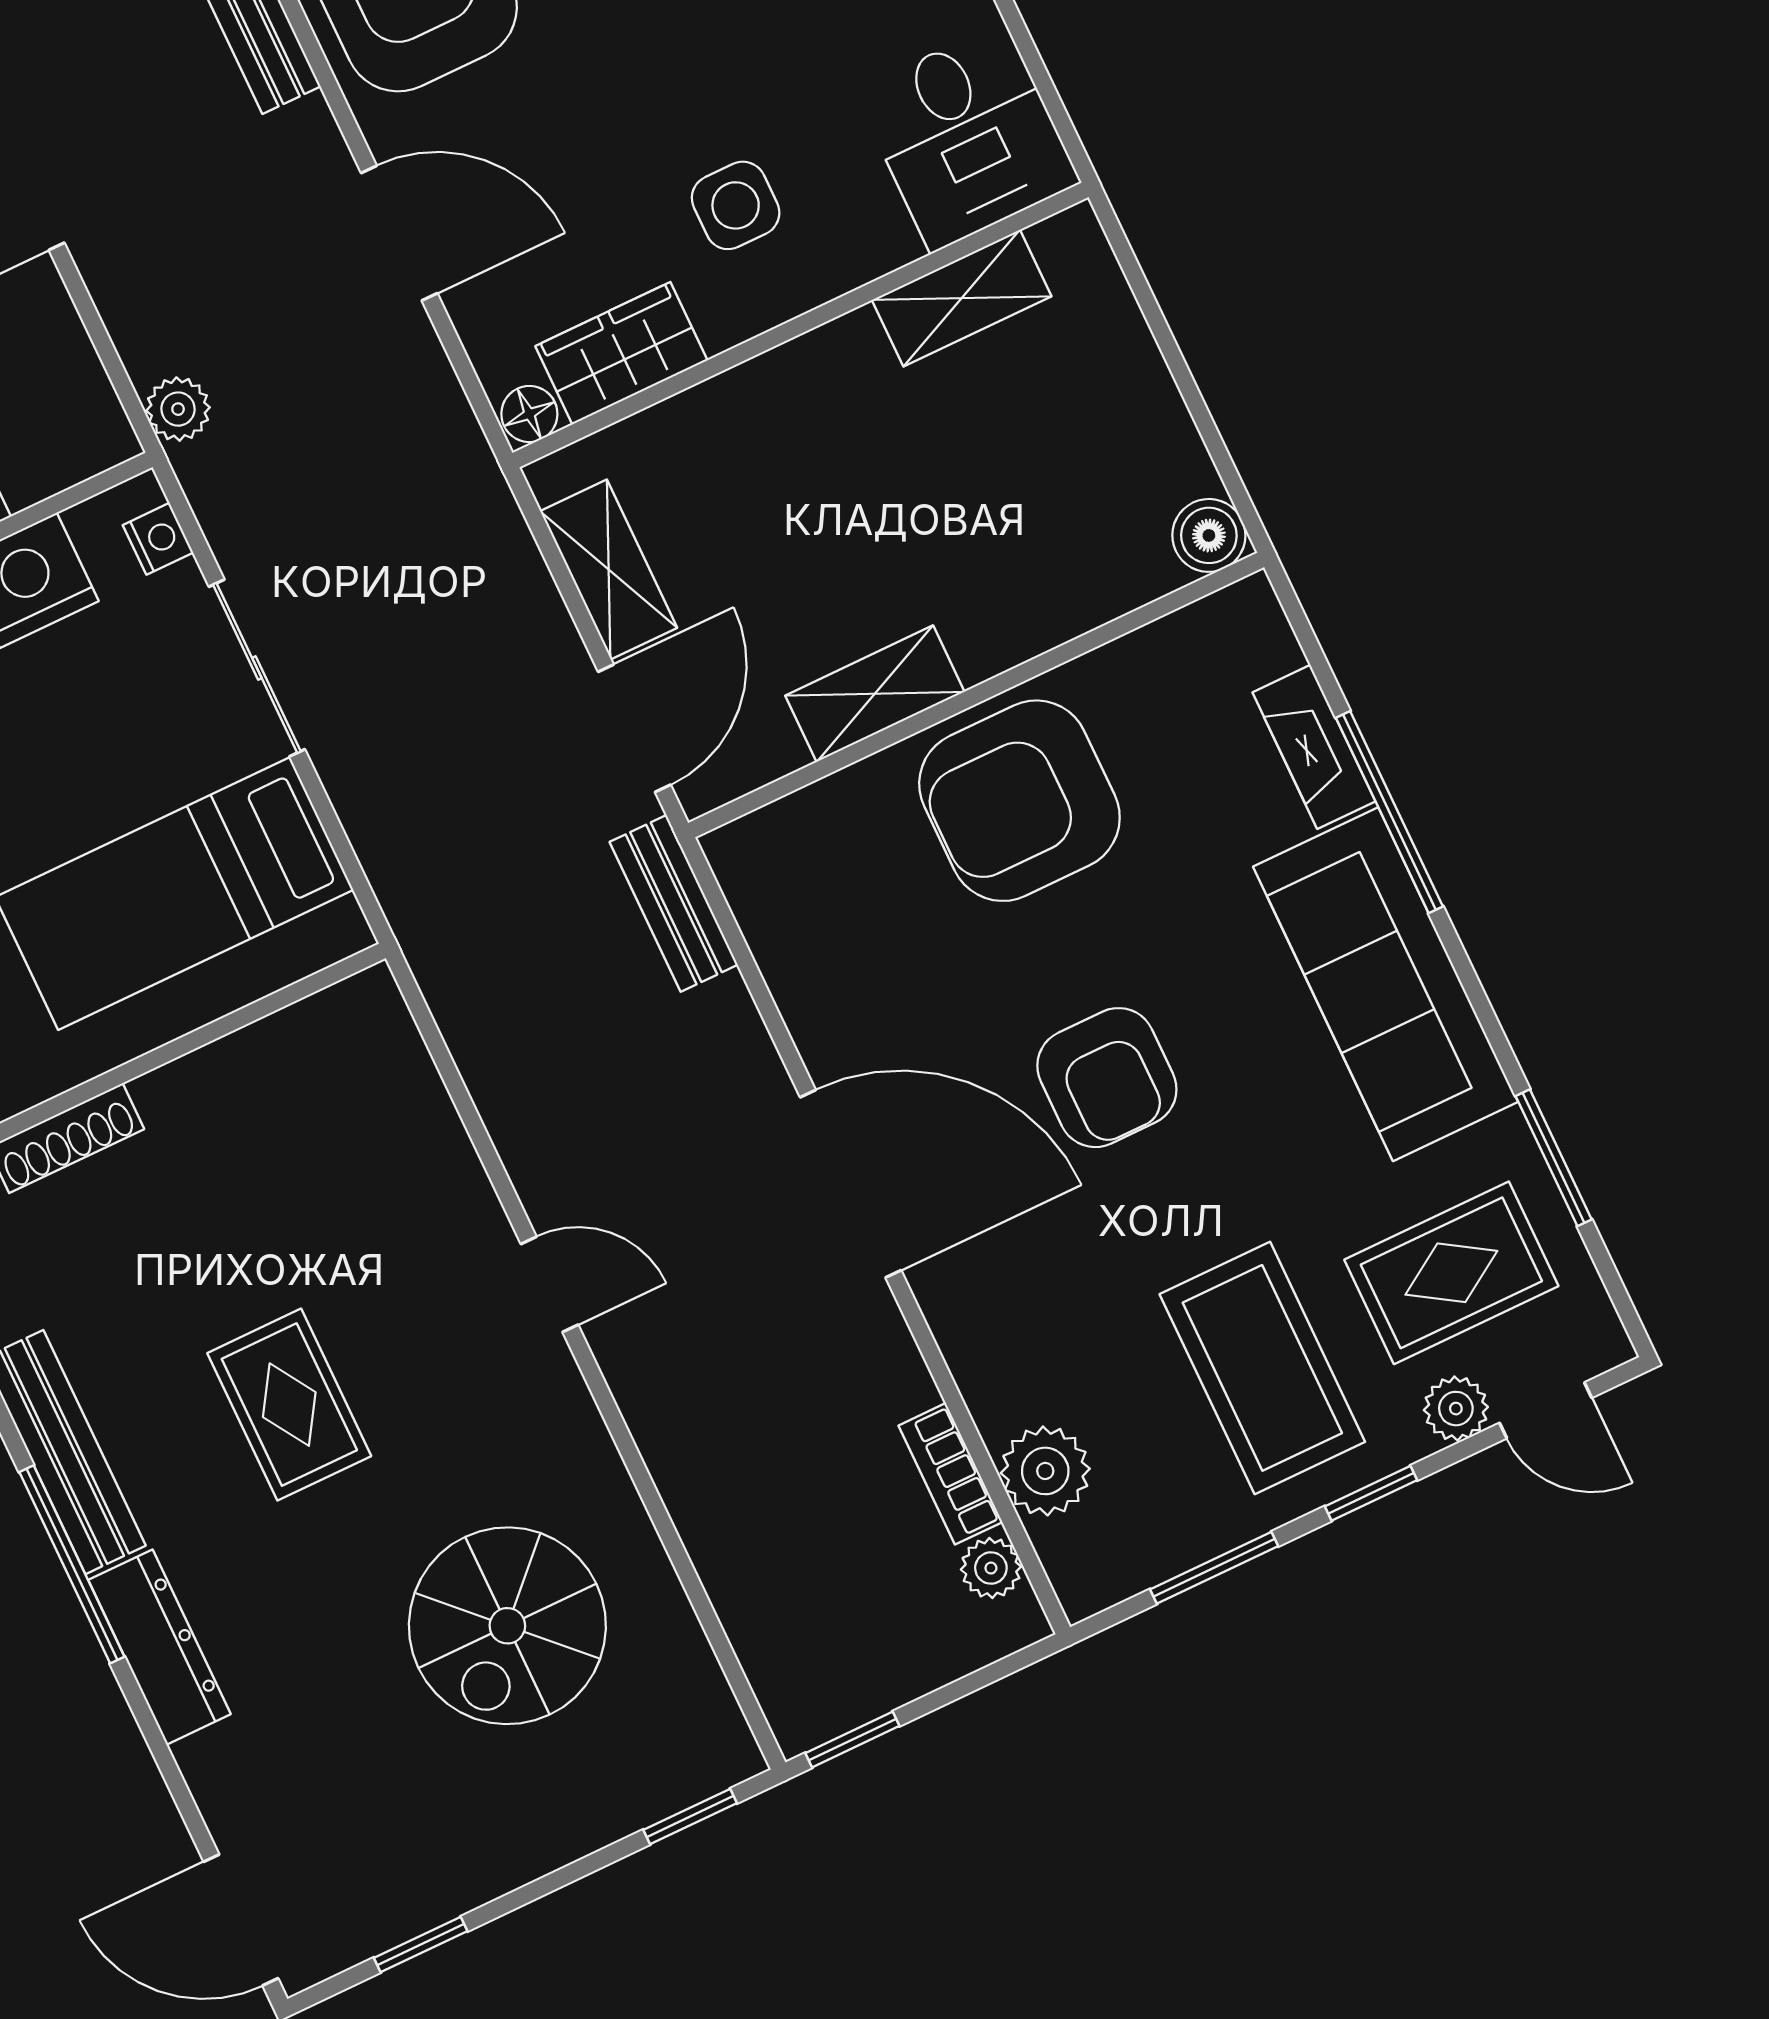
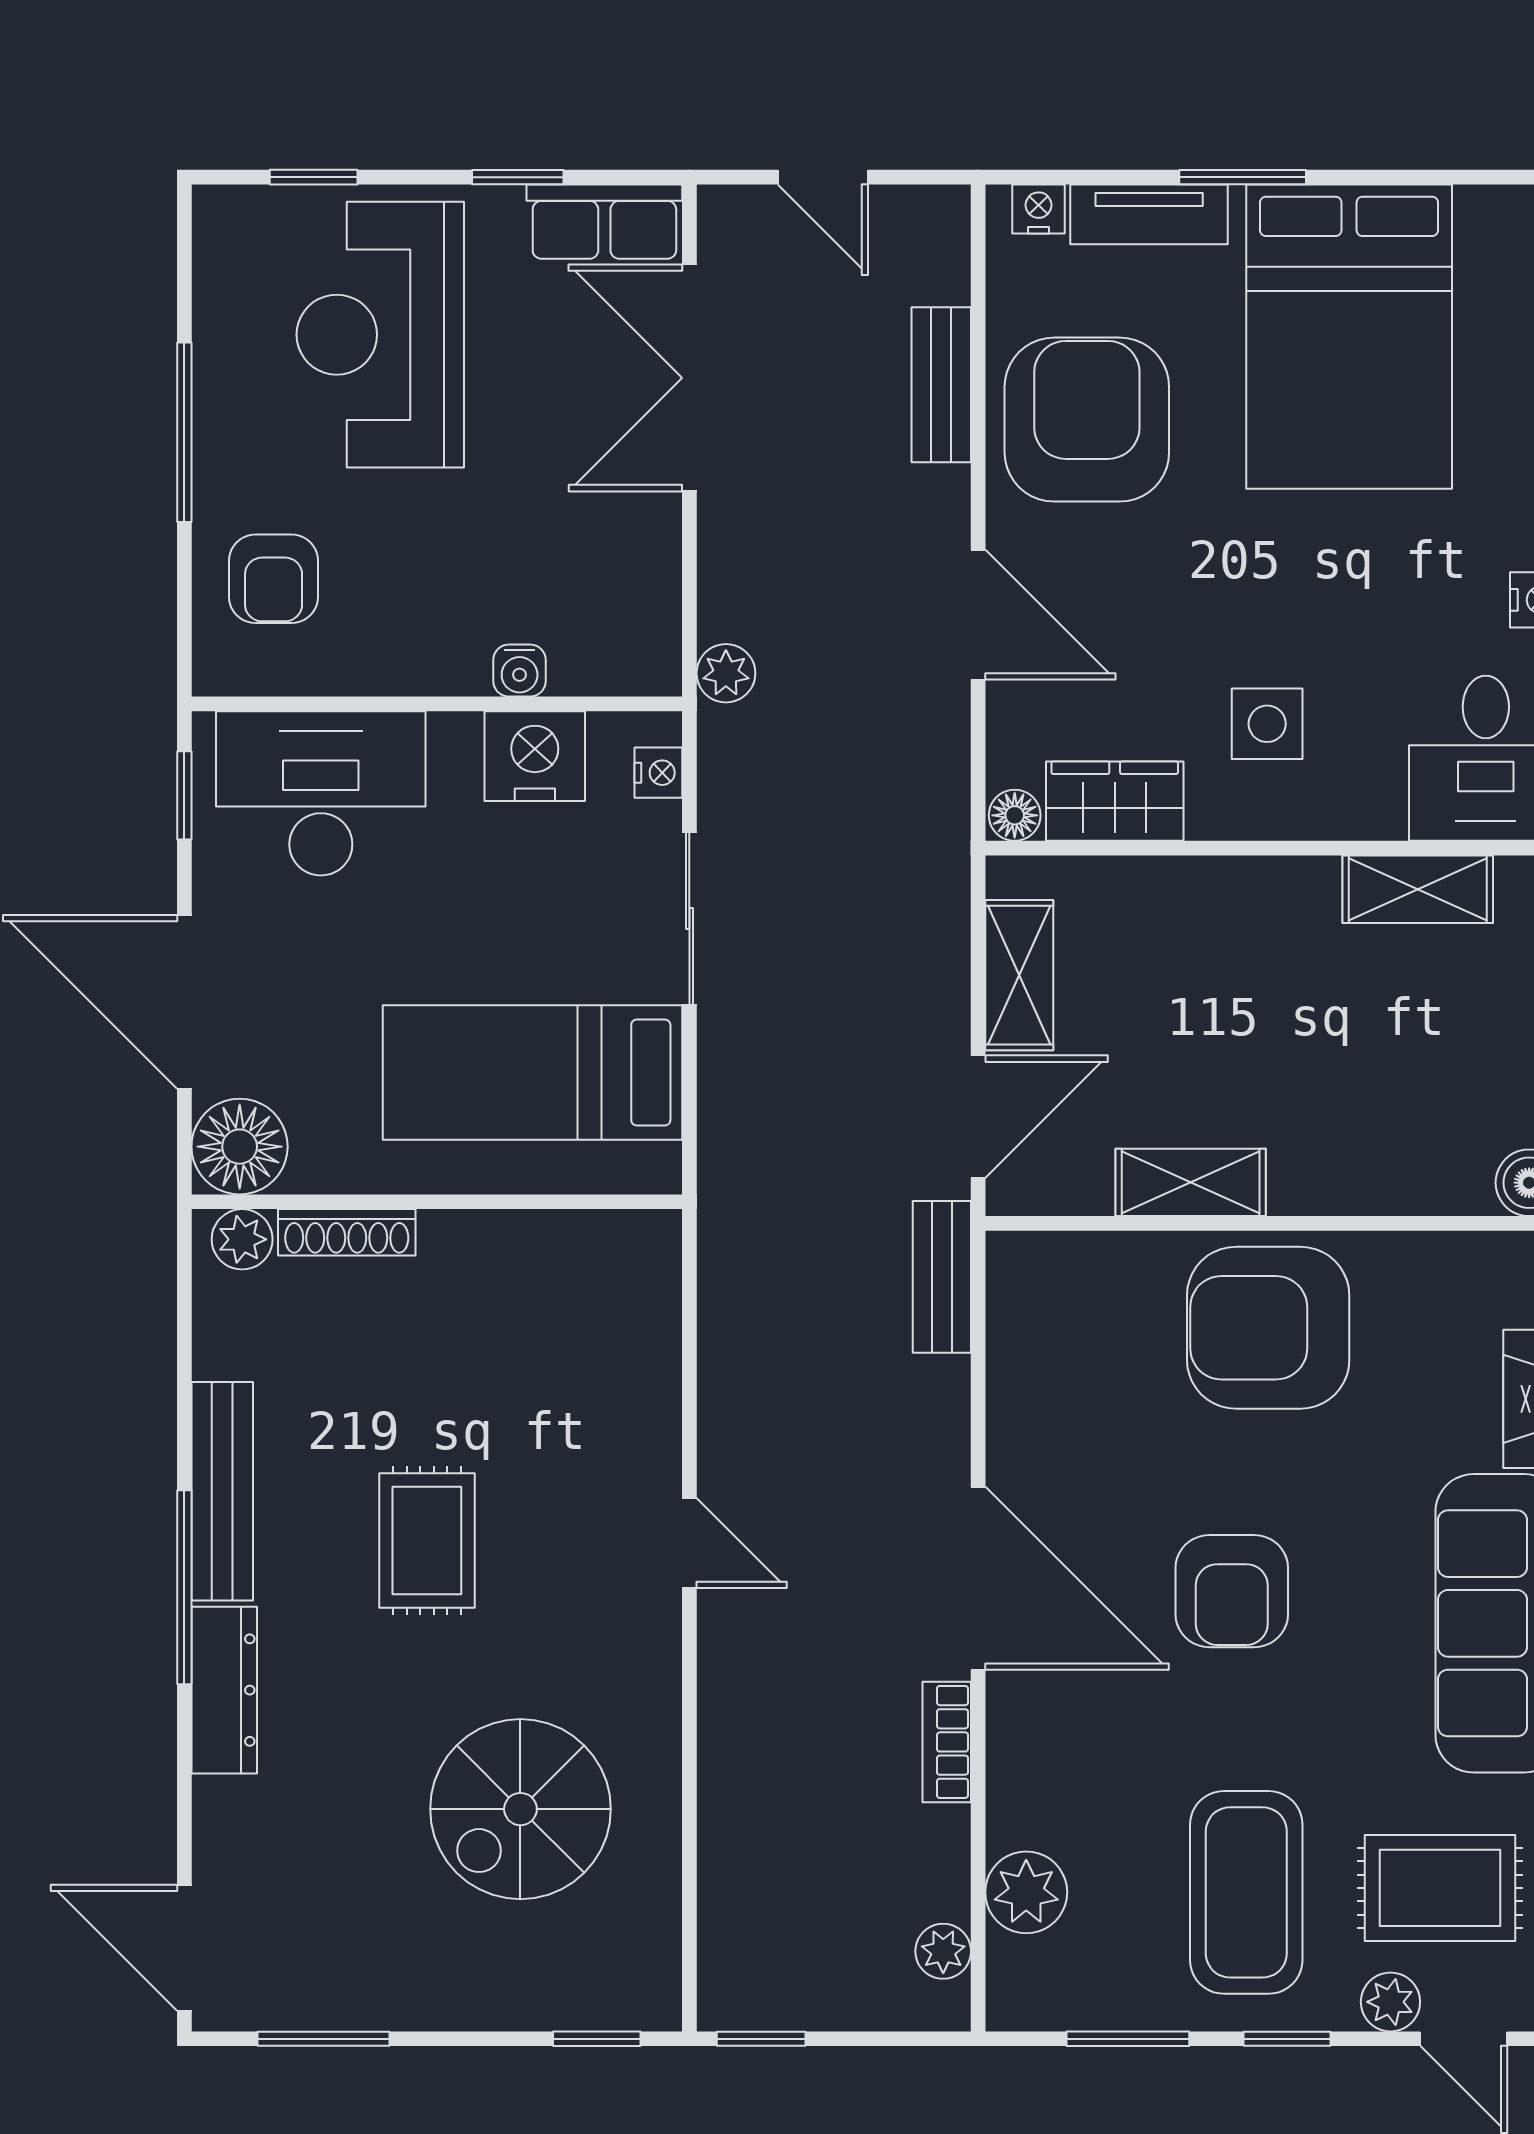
bookcase: (950, 1474) -> (947, 1742), moved
window: (421, 1944) -> (324, 2039), width x1.50

